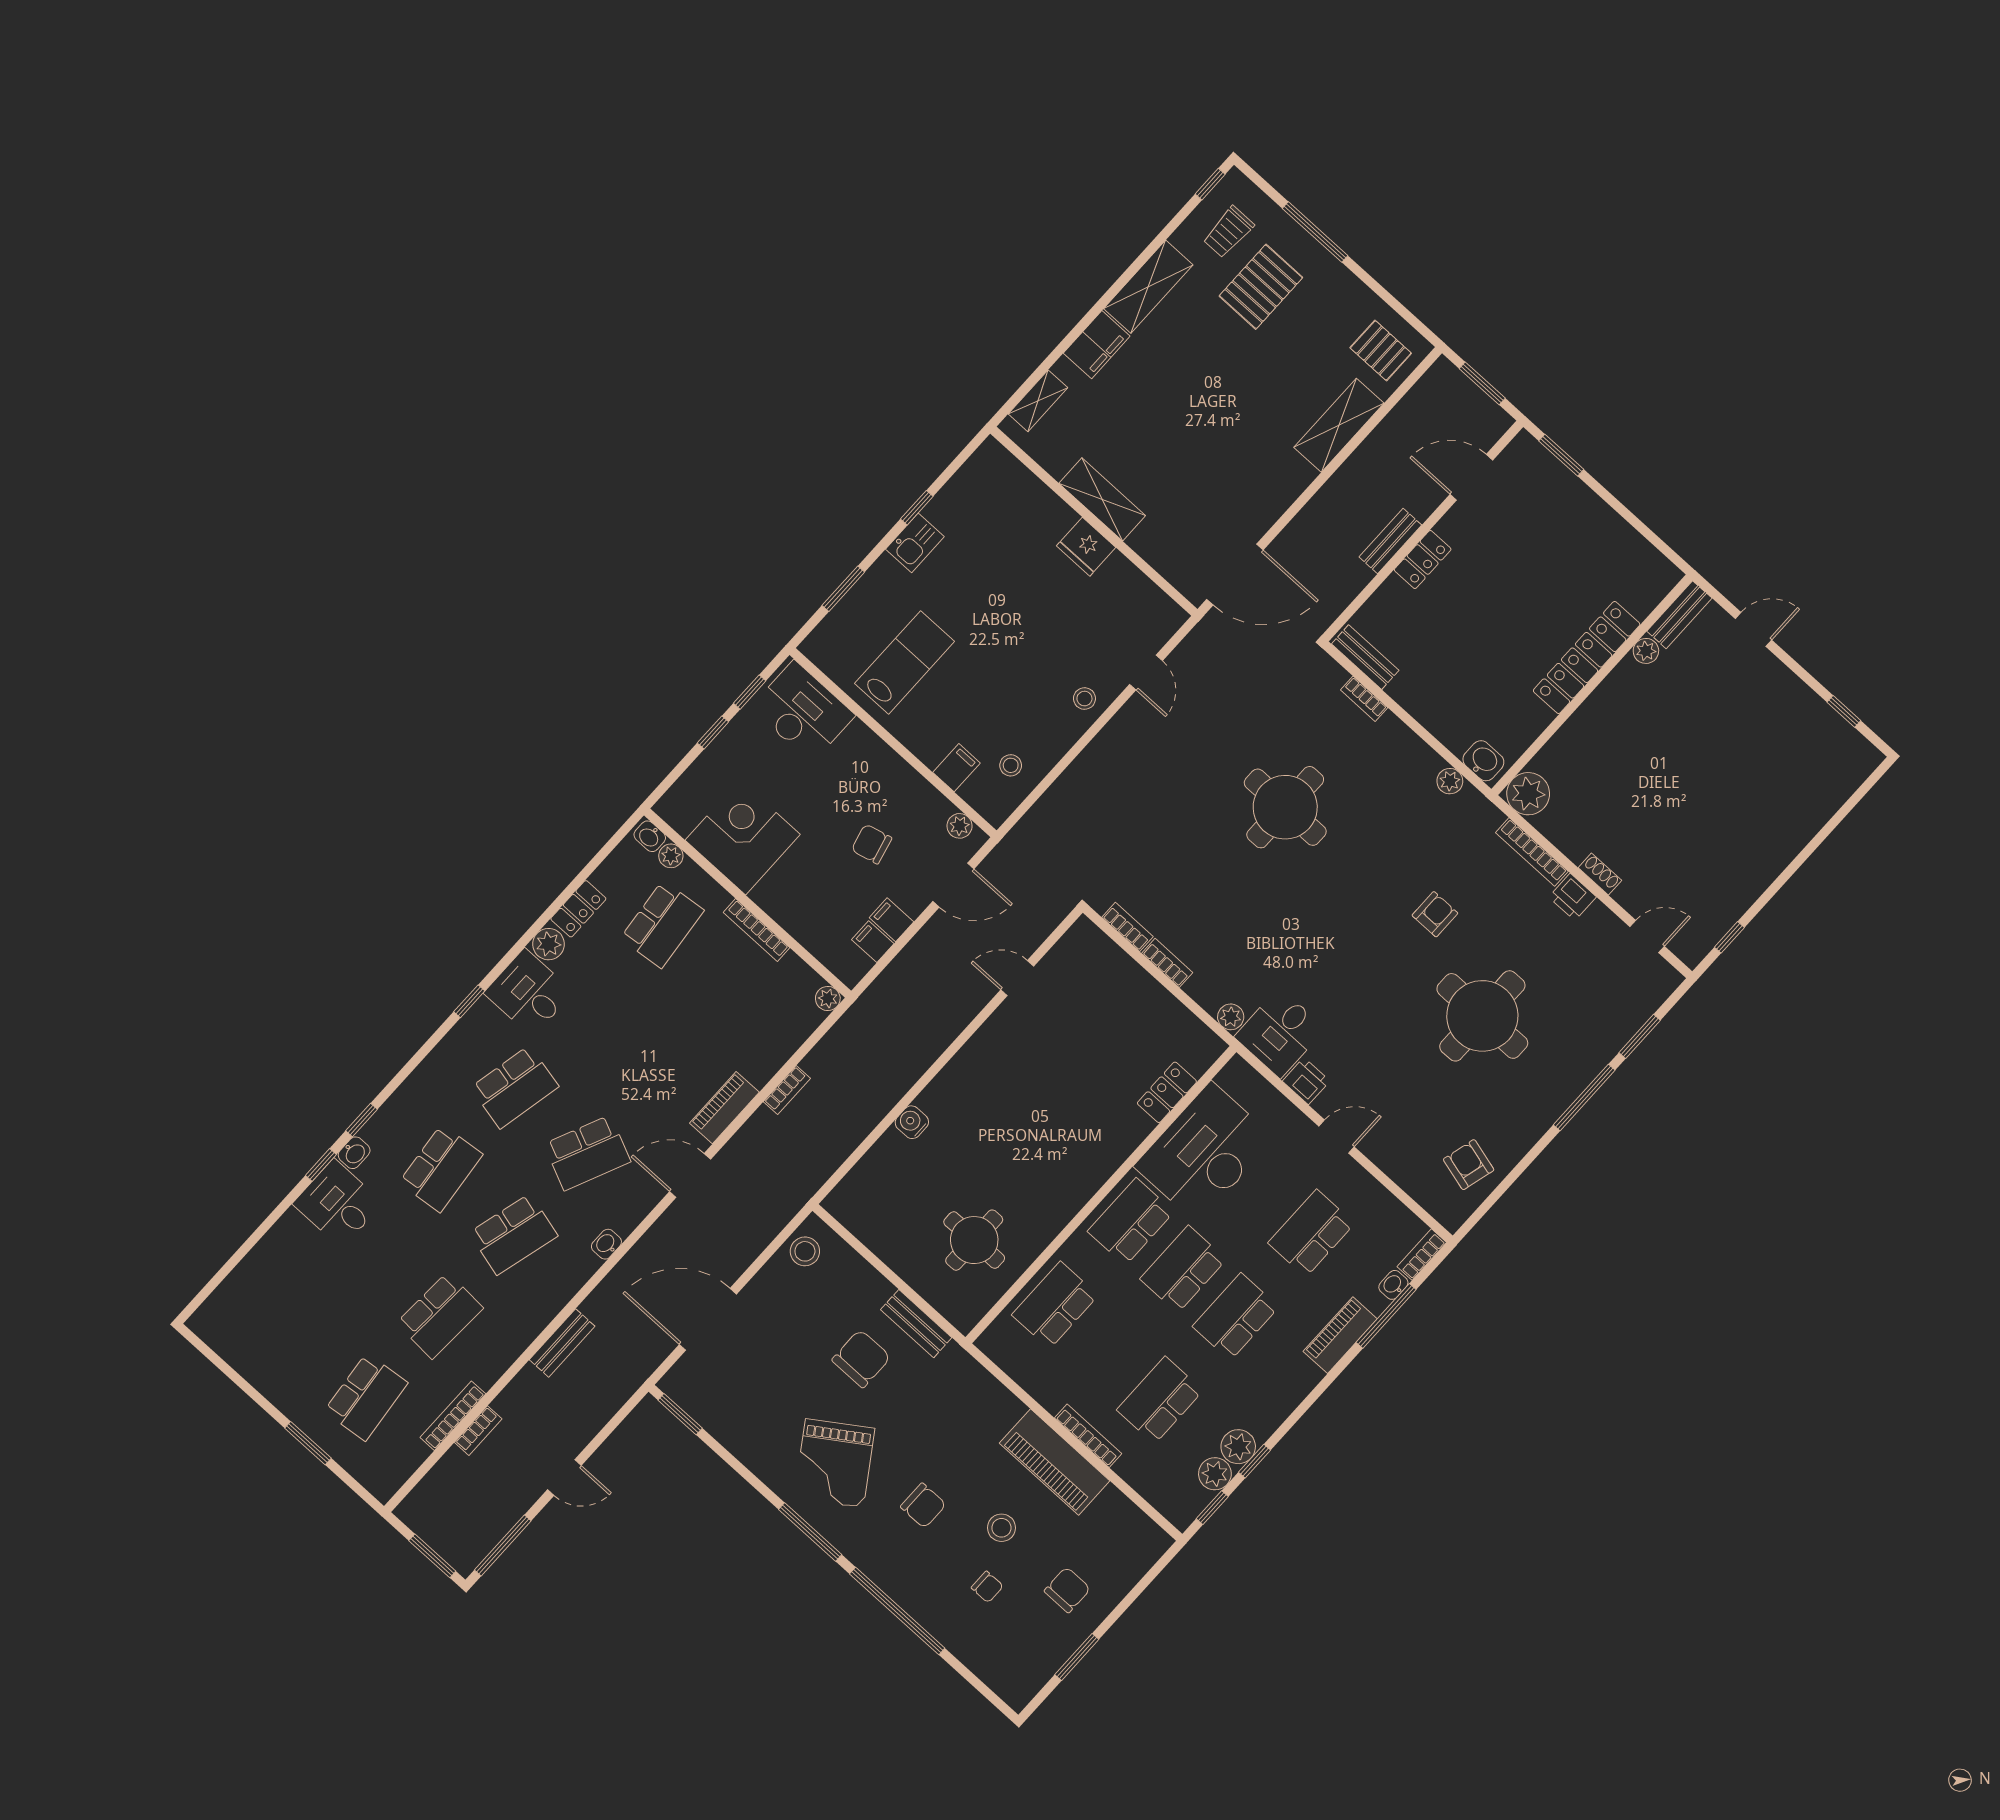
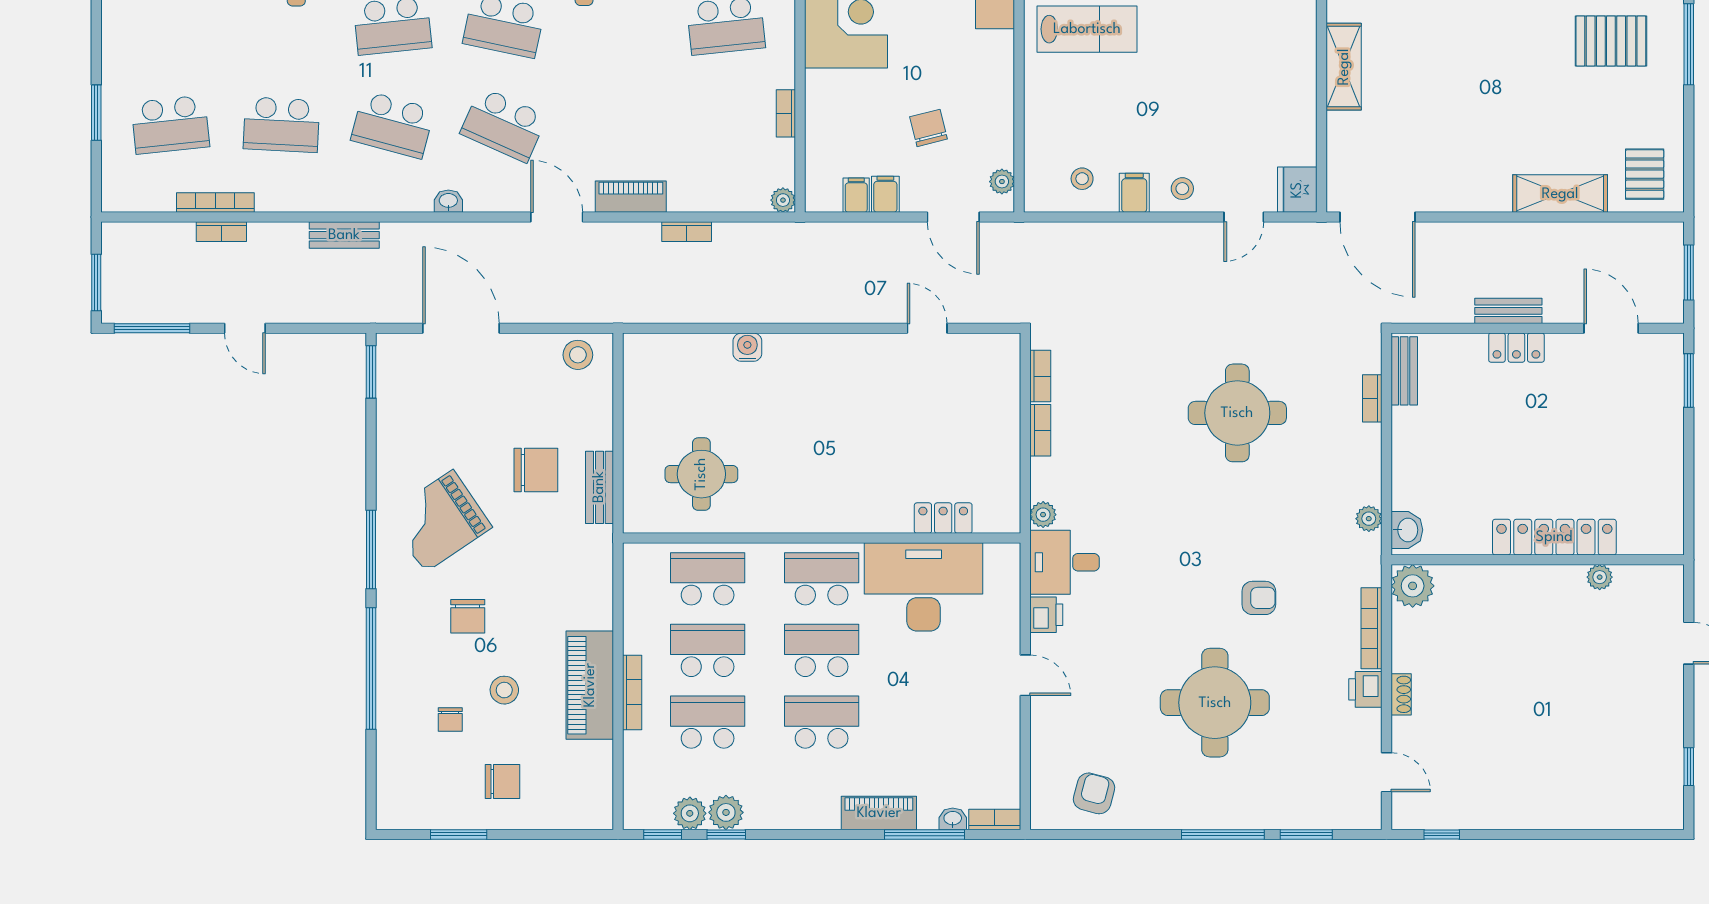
fridge: (1086, 547) -> (1297, 190), moved
bench: (1679, 615) -> (1650, 578), removed
filing cabinet: (956, 768) -> (1134, 193), moved, turned -90
bookcase: (757, 930) -> (786, 113), width x0.64
school desk: (1311, 1233) -> (708, 650), moved

